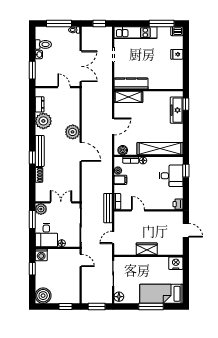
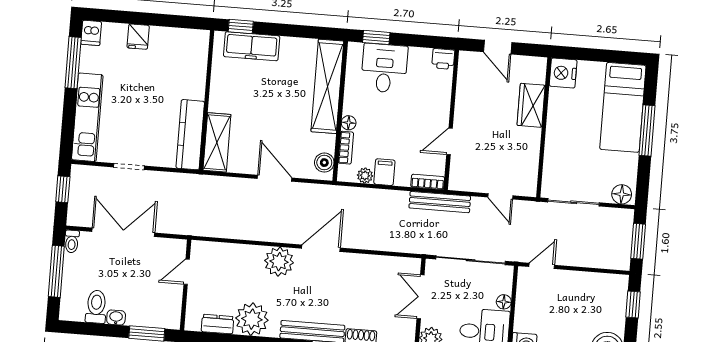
double door: (81, 66) -> (123, 232), moved
door: (186, 230) -> (498, 47), swing flipped
wardrobe: (147, 249) -> (531, 105), moved

